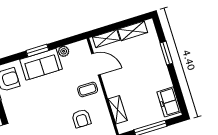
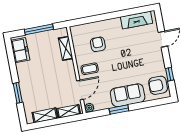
window: (37, 50) -> (119, 110), moved
plant: (64, 51) -> (89, 108), moved
door: (96, 64) -> (80, 90), swing flipped

